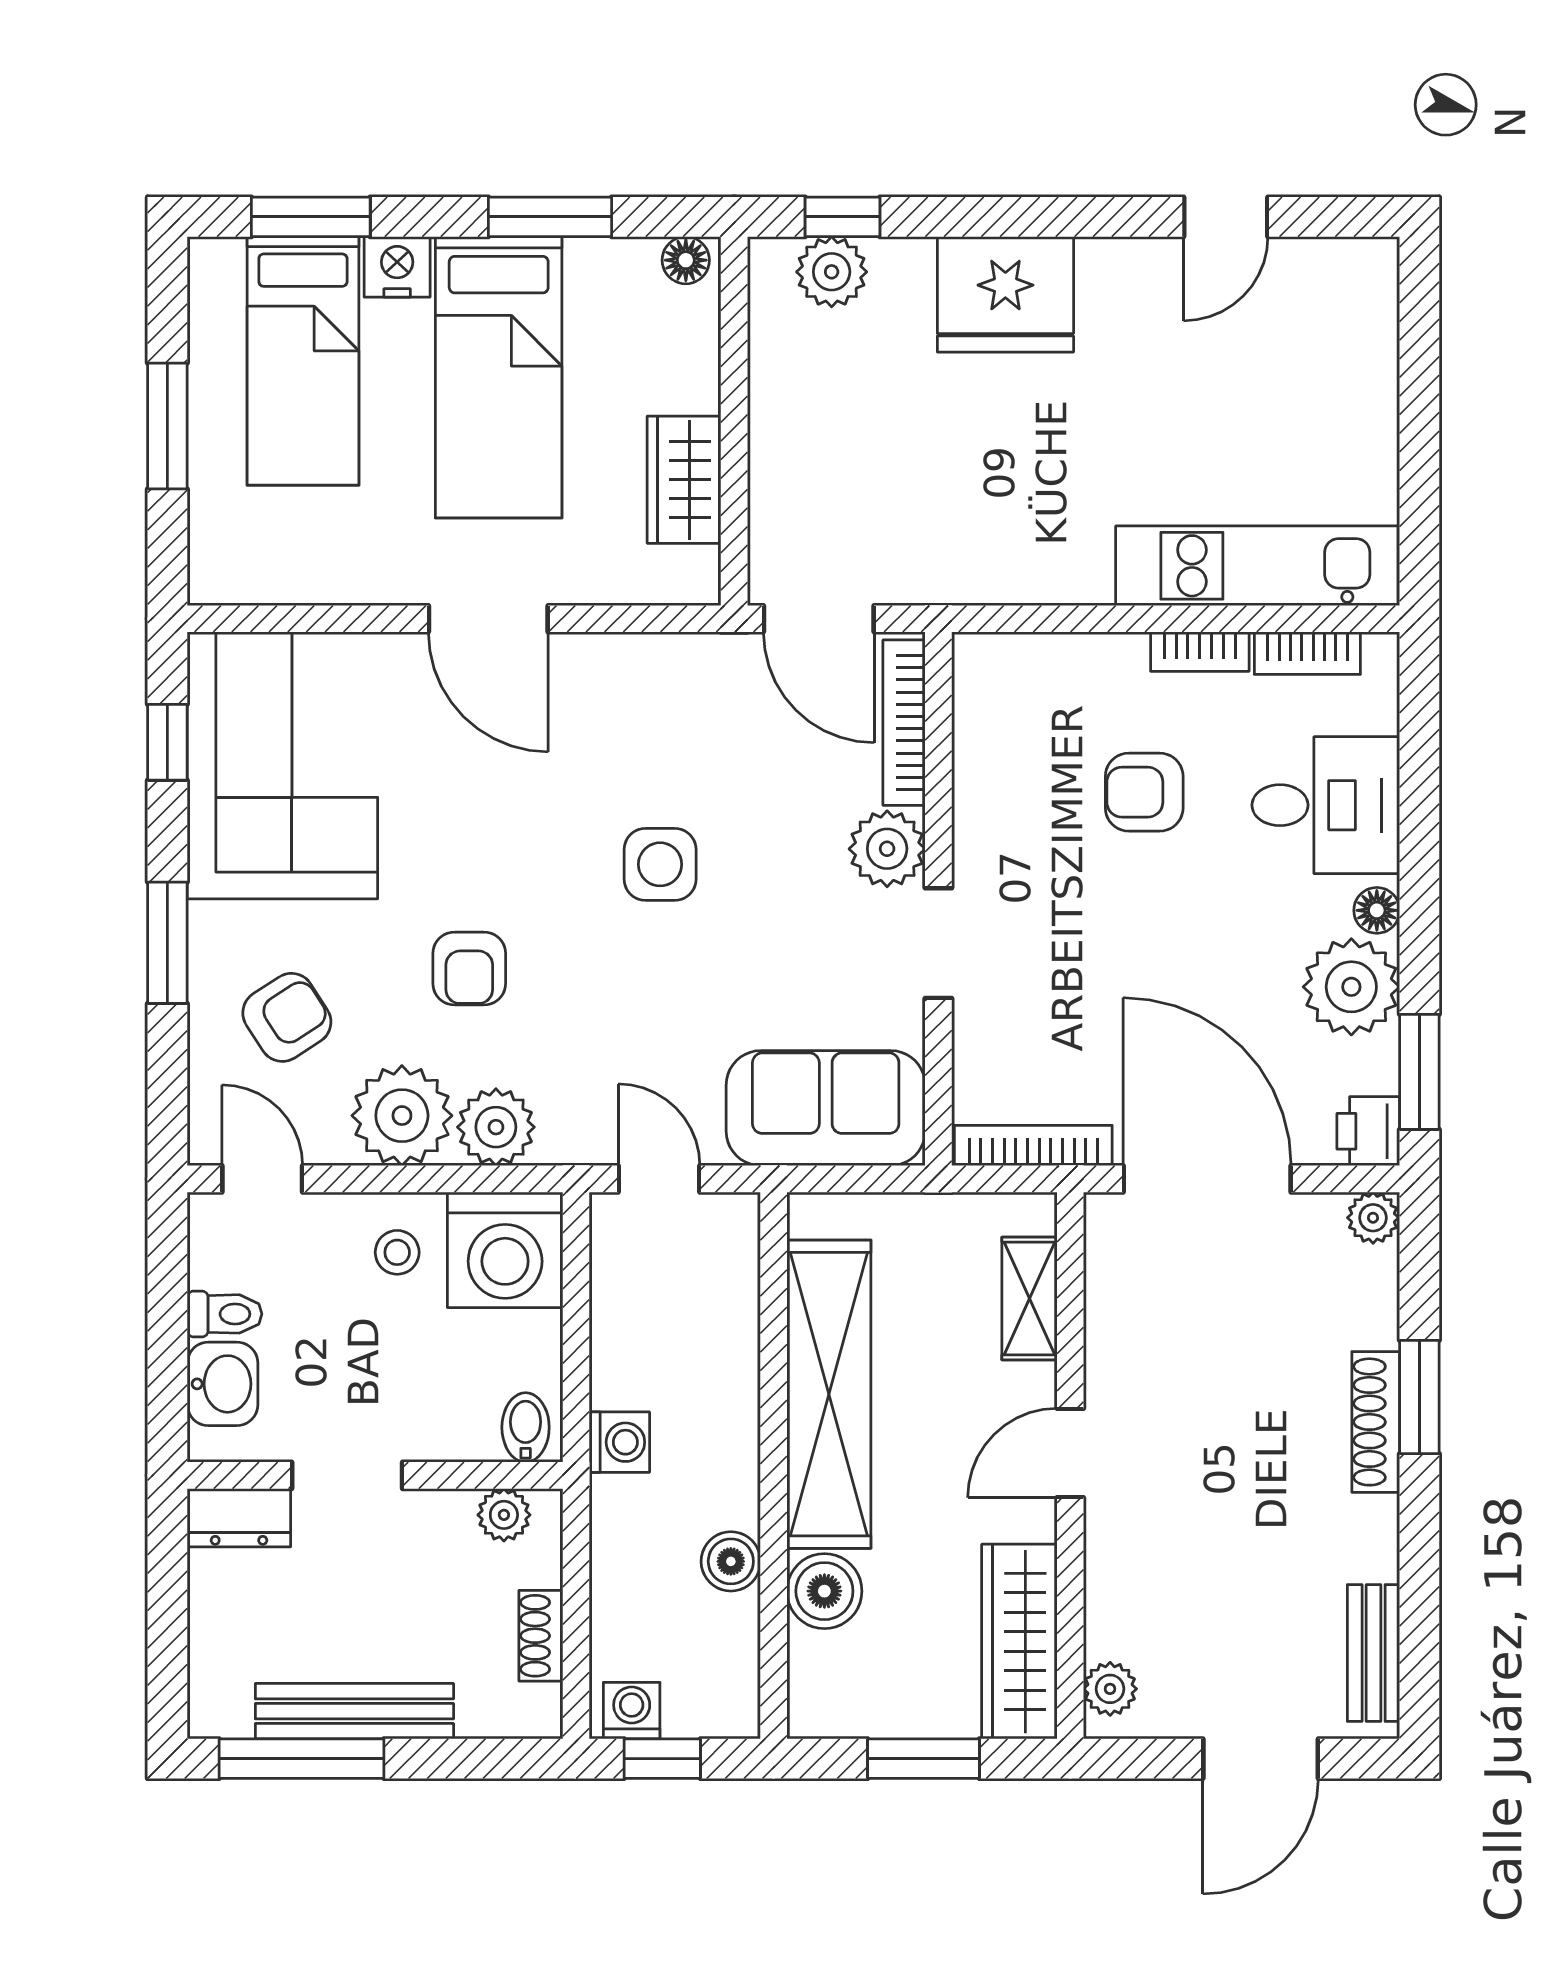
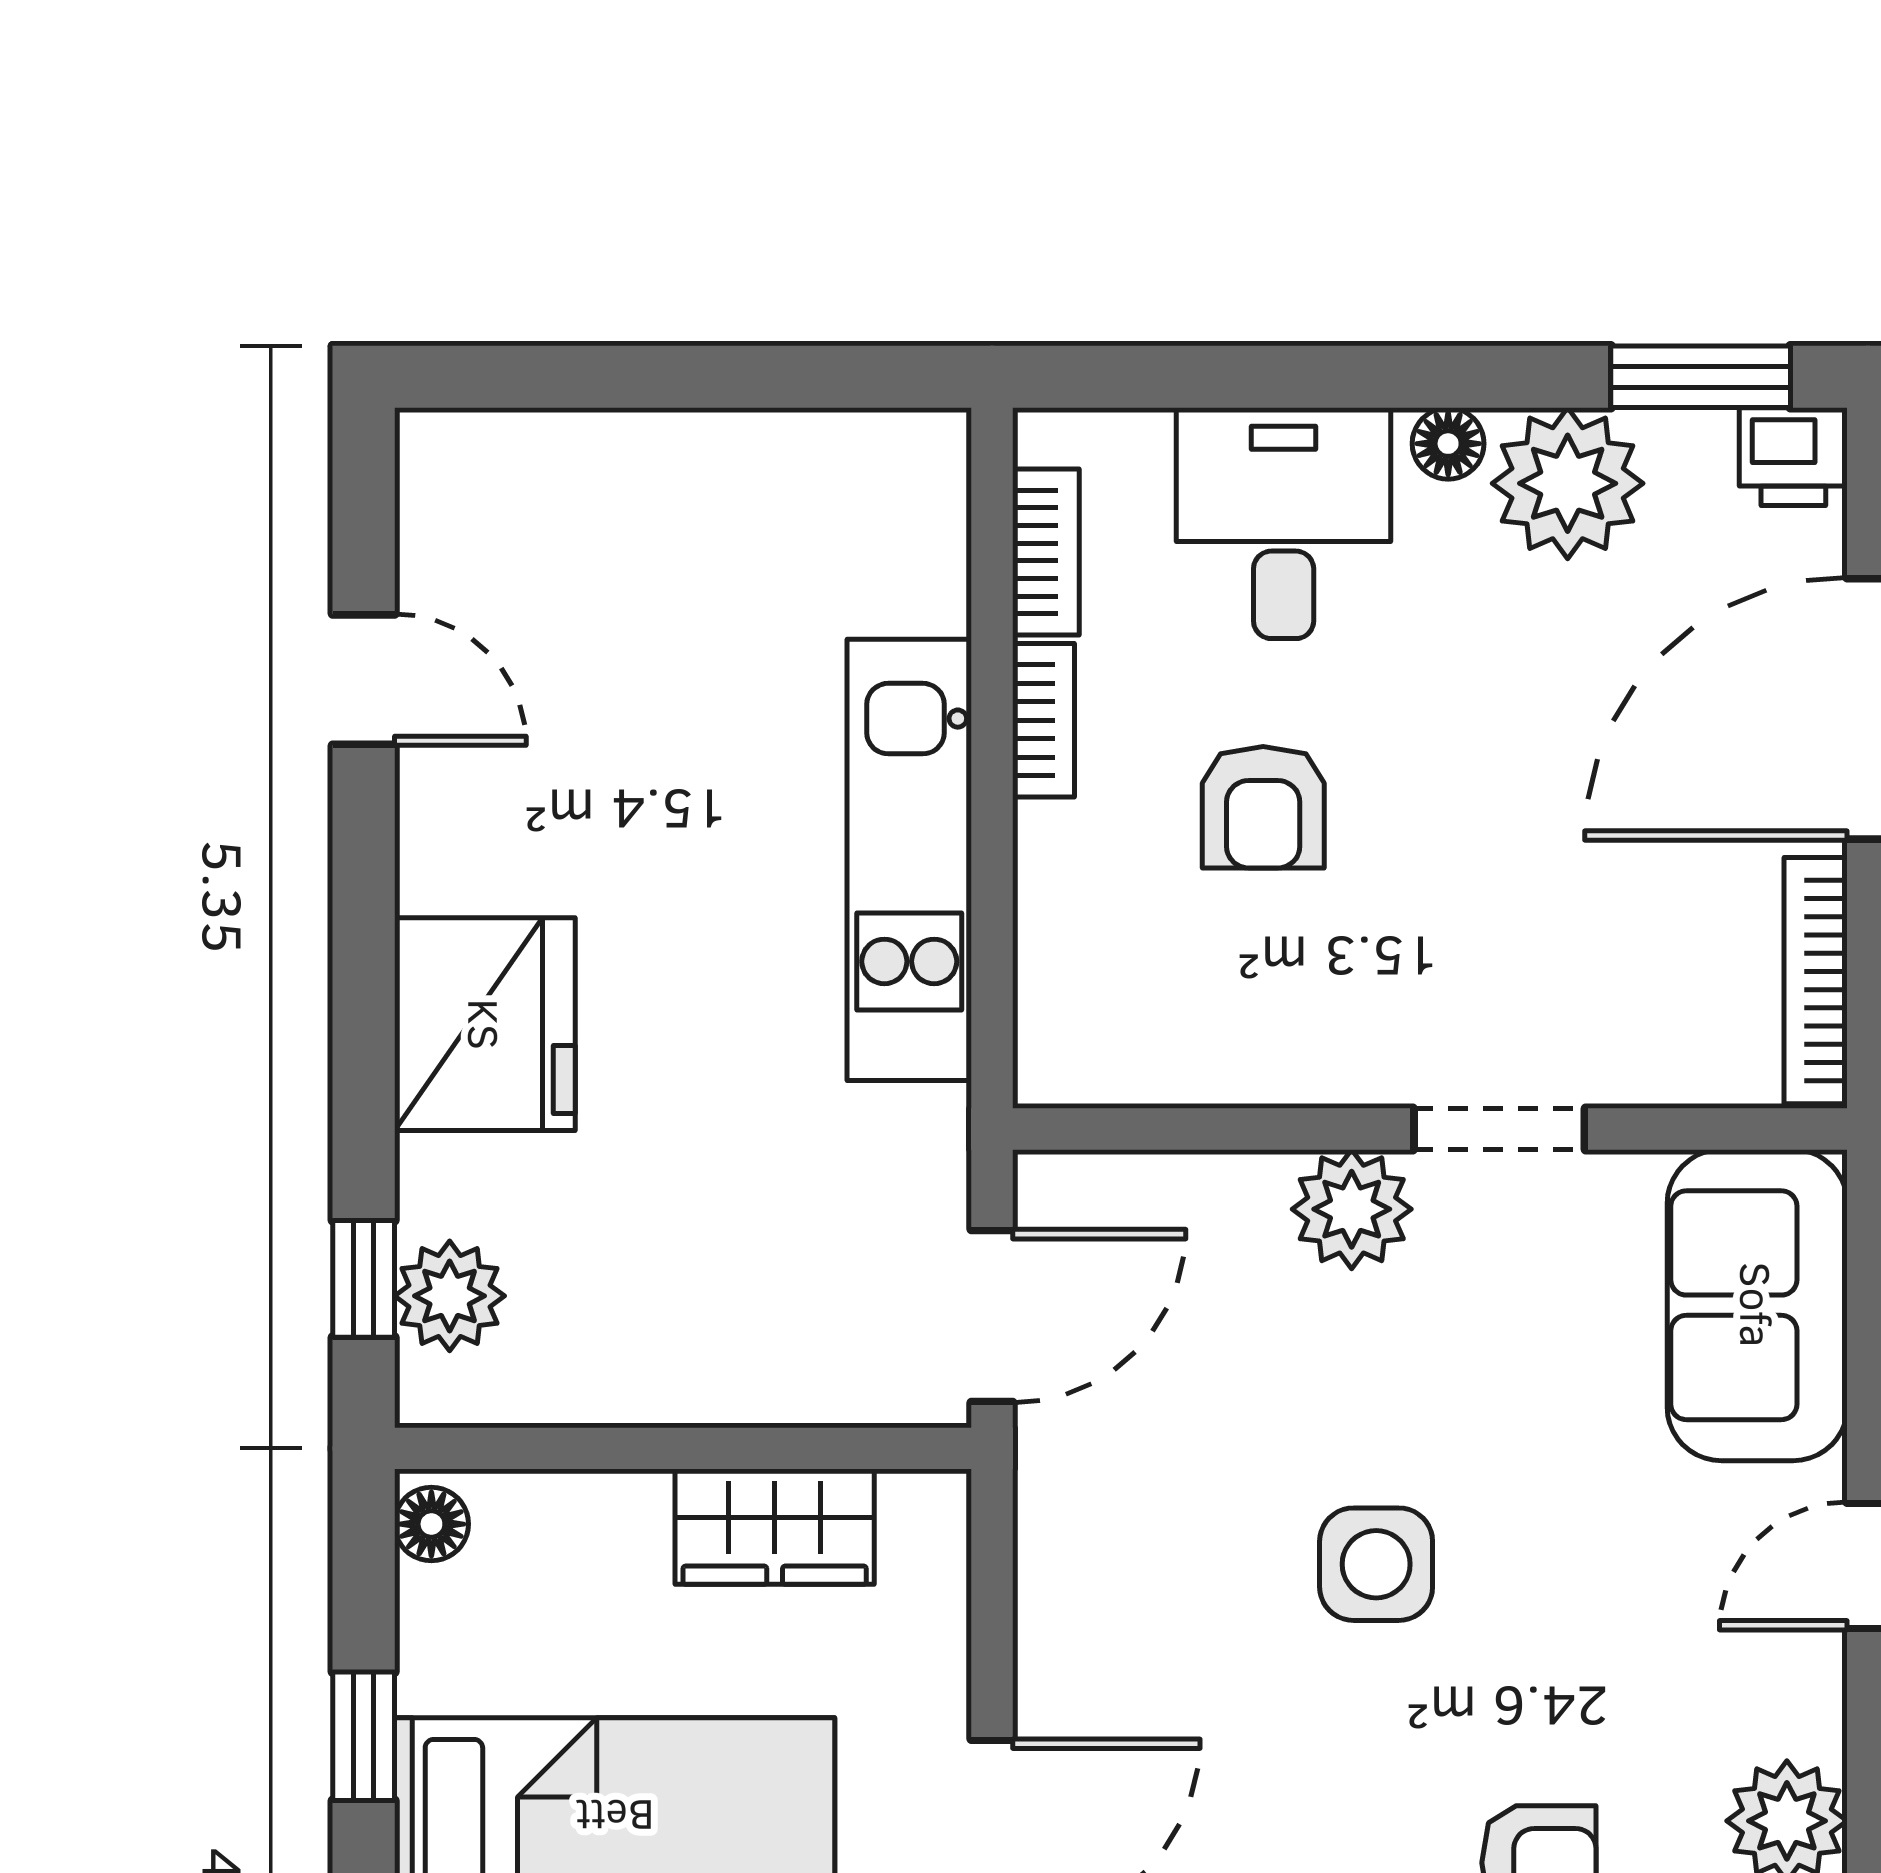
window: (550, 217) -> (364, 1736), width x0.67
kitchen unit: (1257, 566) -> (909, 860), moved
bookcase: (904, 723) -> (1155, 1183), removed

